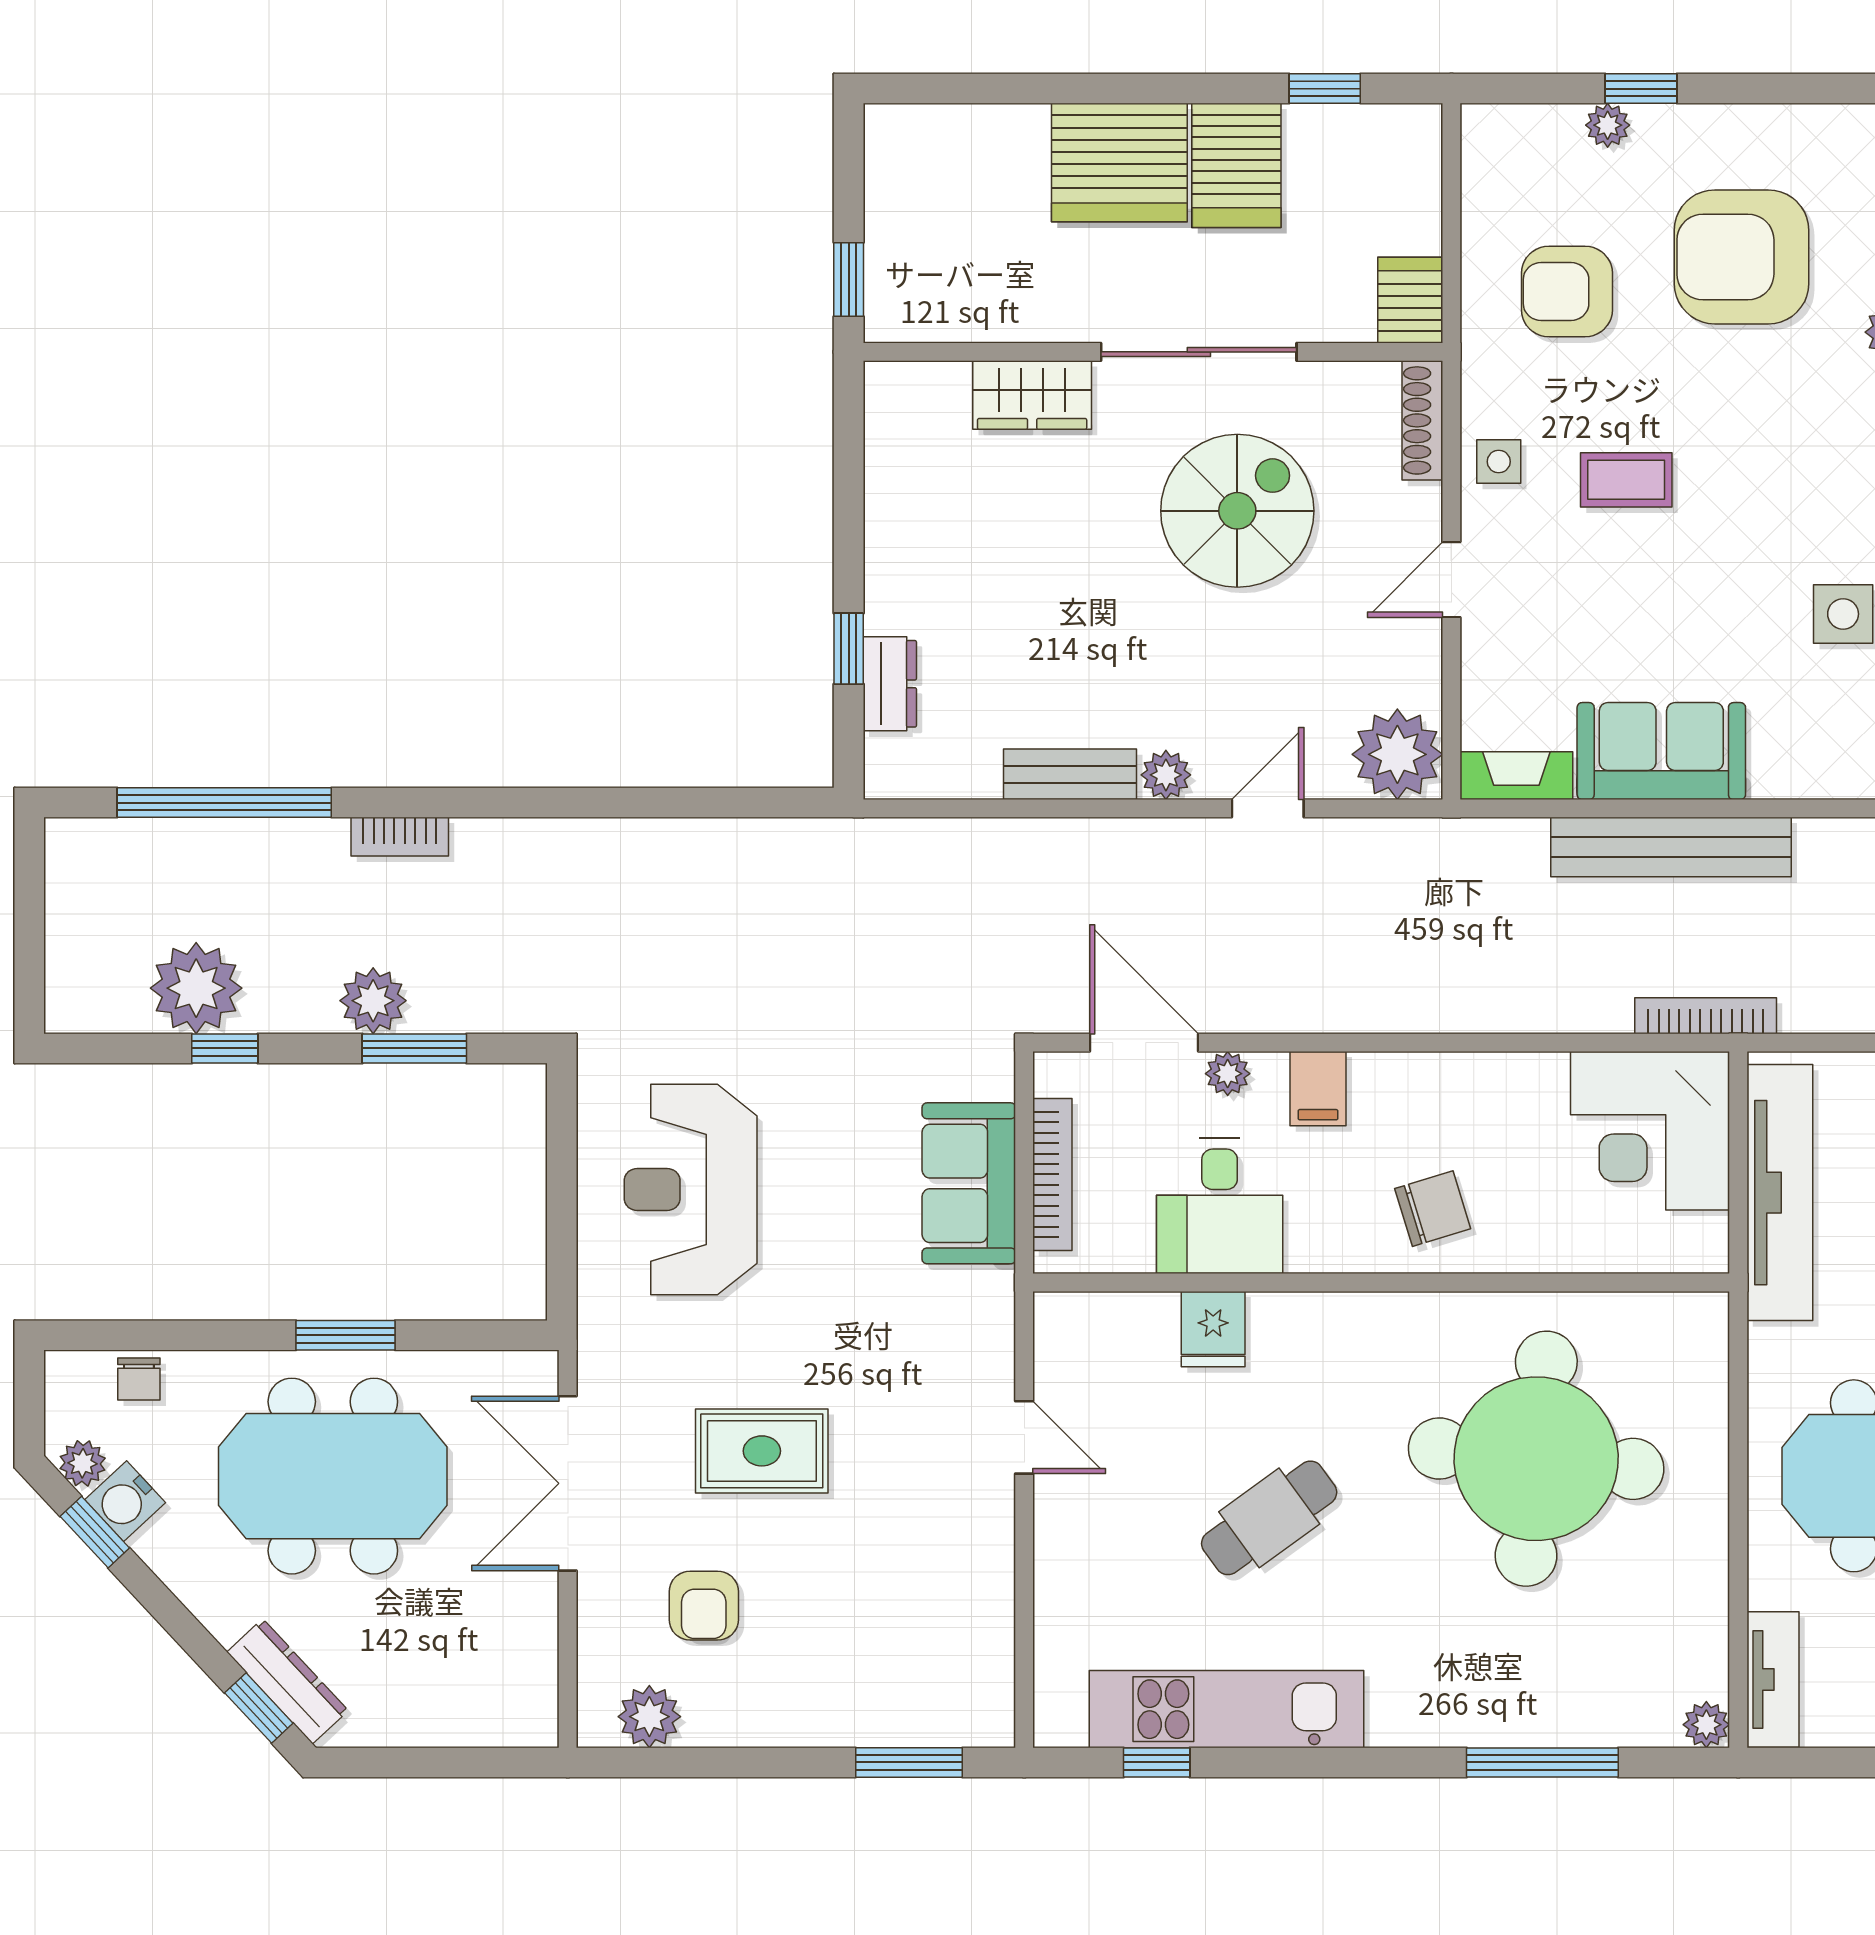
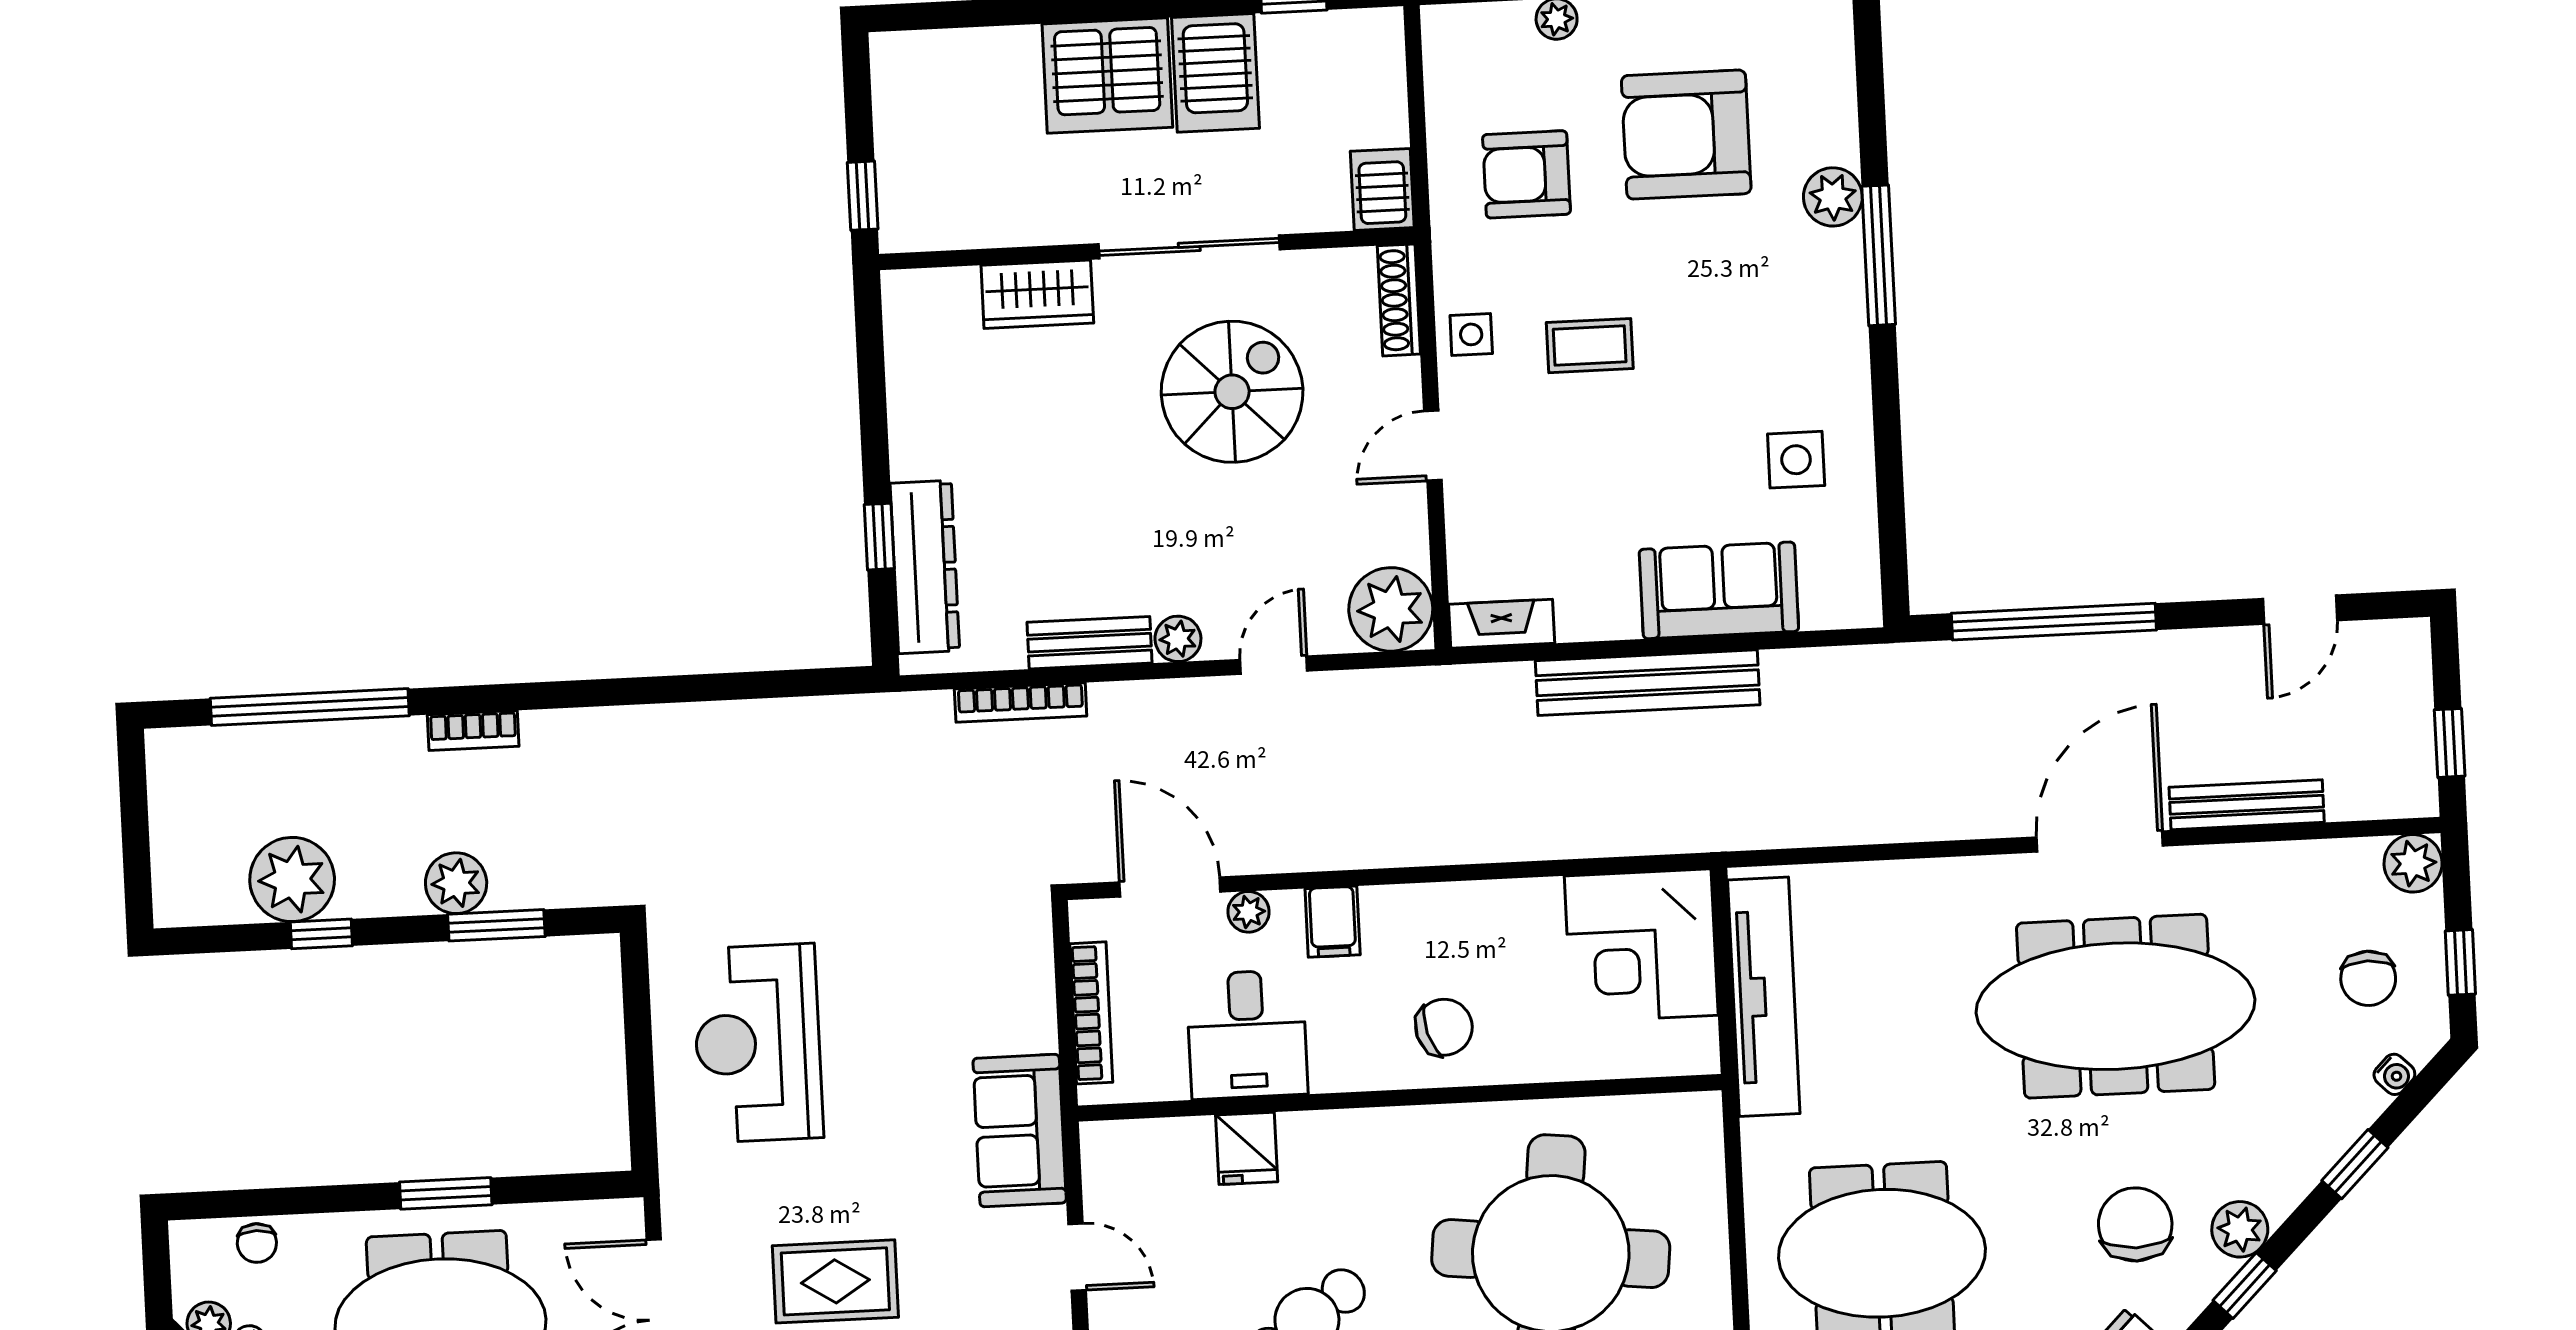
dresser: (890, 684) -> (925, 567), width x1.96, depth x1.24
sofa: (1661, 751) -> (1719, 590), moved
bookcase: (1706, 1016) -> (1021, 702), moved, turned 180
sofa: (969, 1183) -> (1020, 1131), moved

